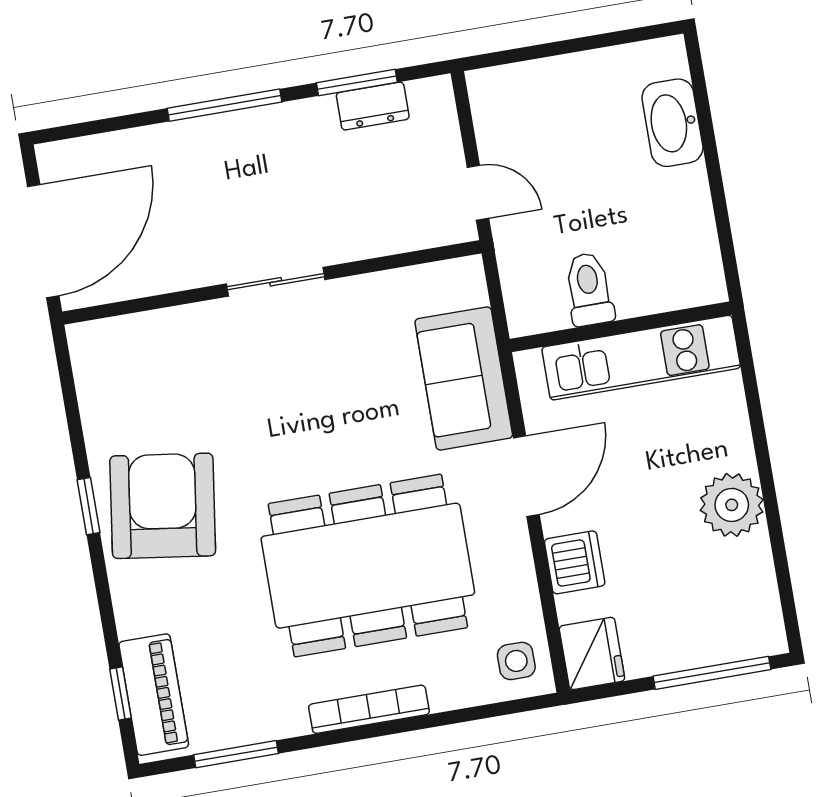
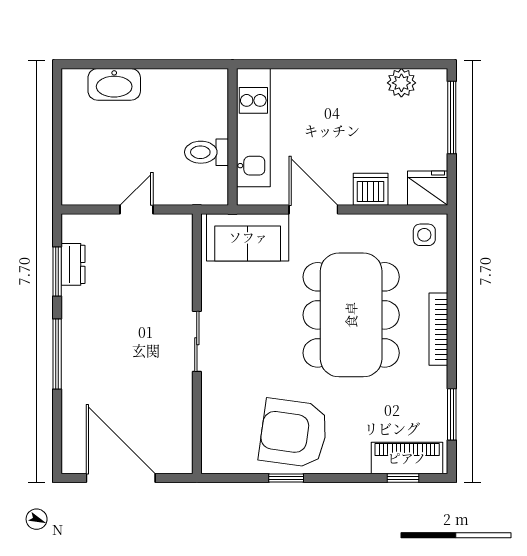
wall: (272, 282) -> (197, 344), moved
sliding door: (276, 282) -> (197, 341), moved
plant: (732, 505) -> (401, 83), moved, width x0.73, depth x0.73

